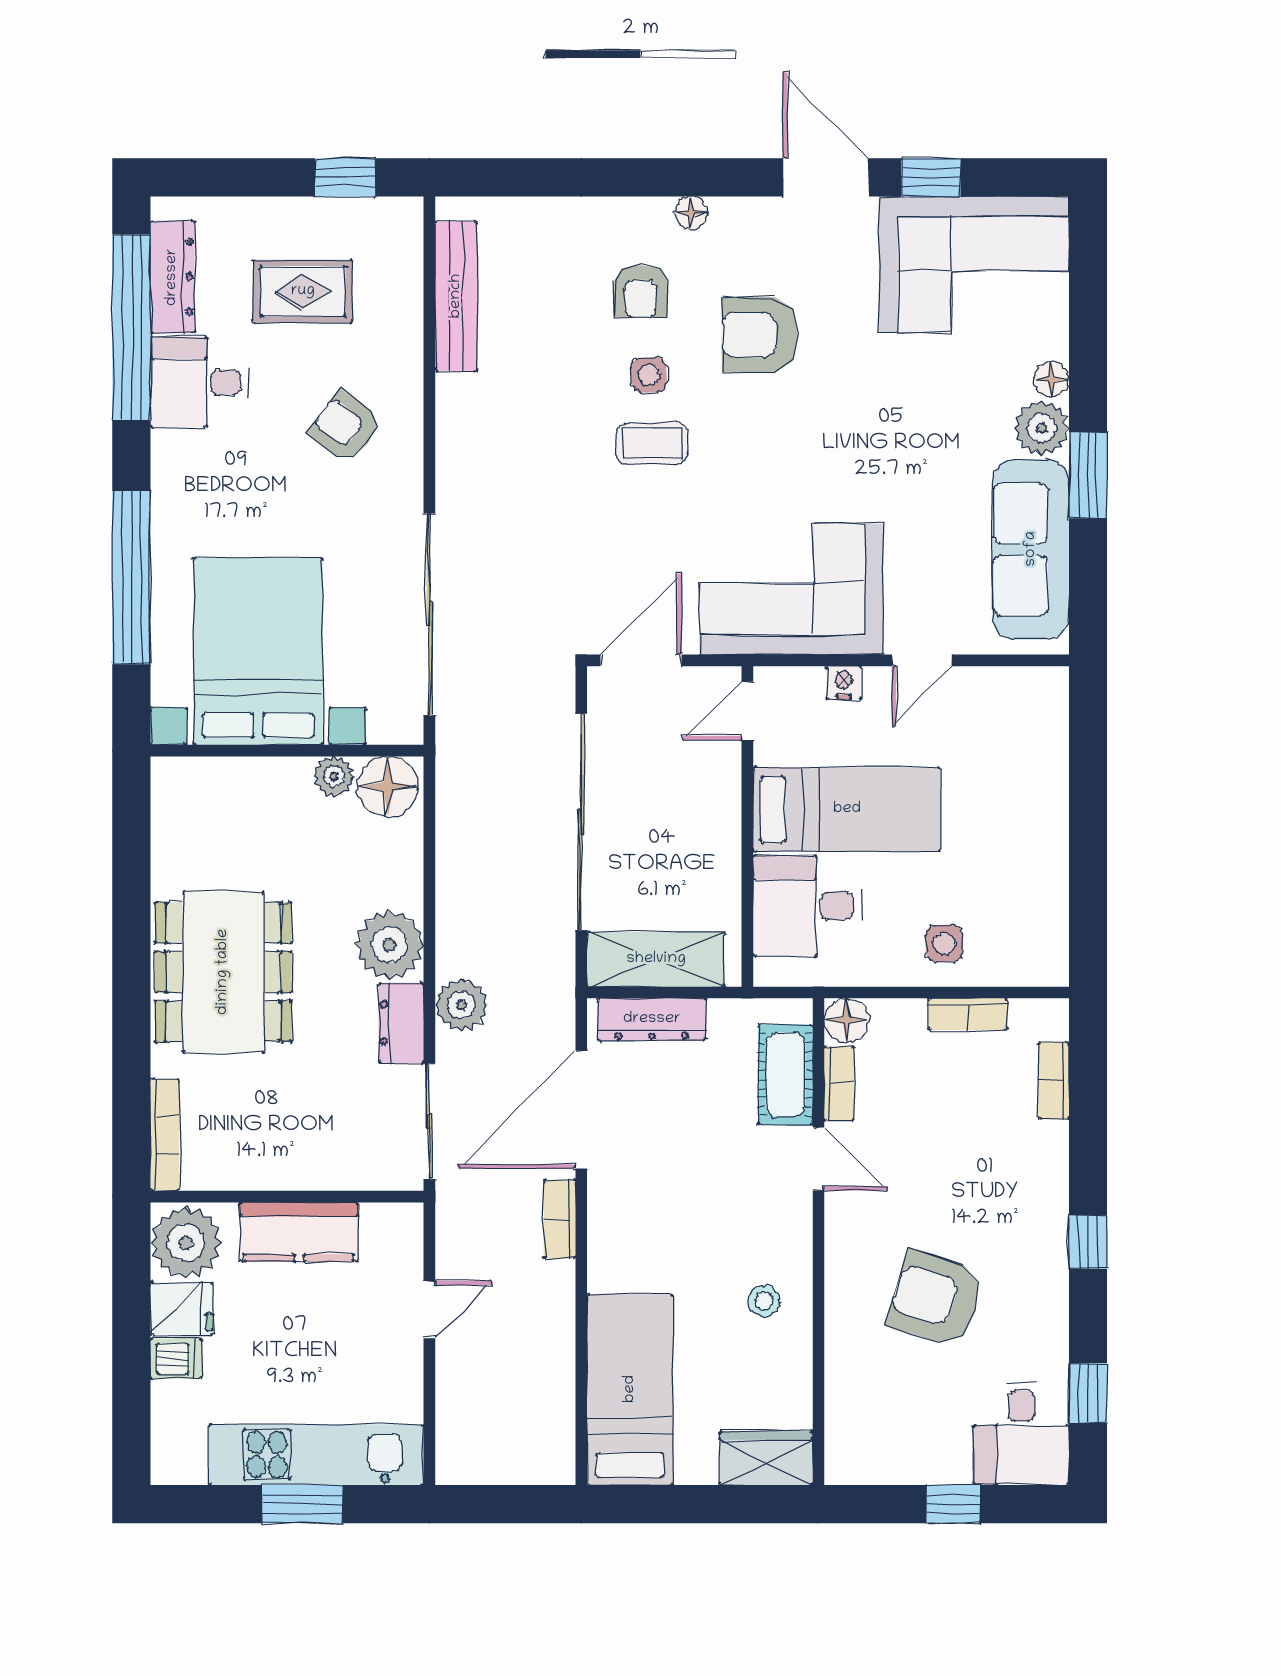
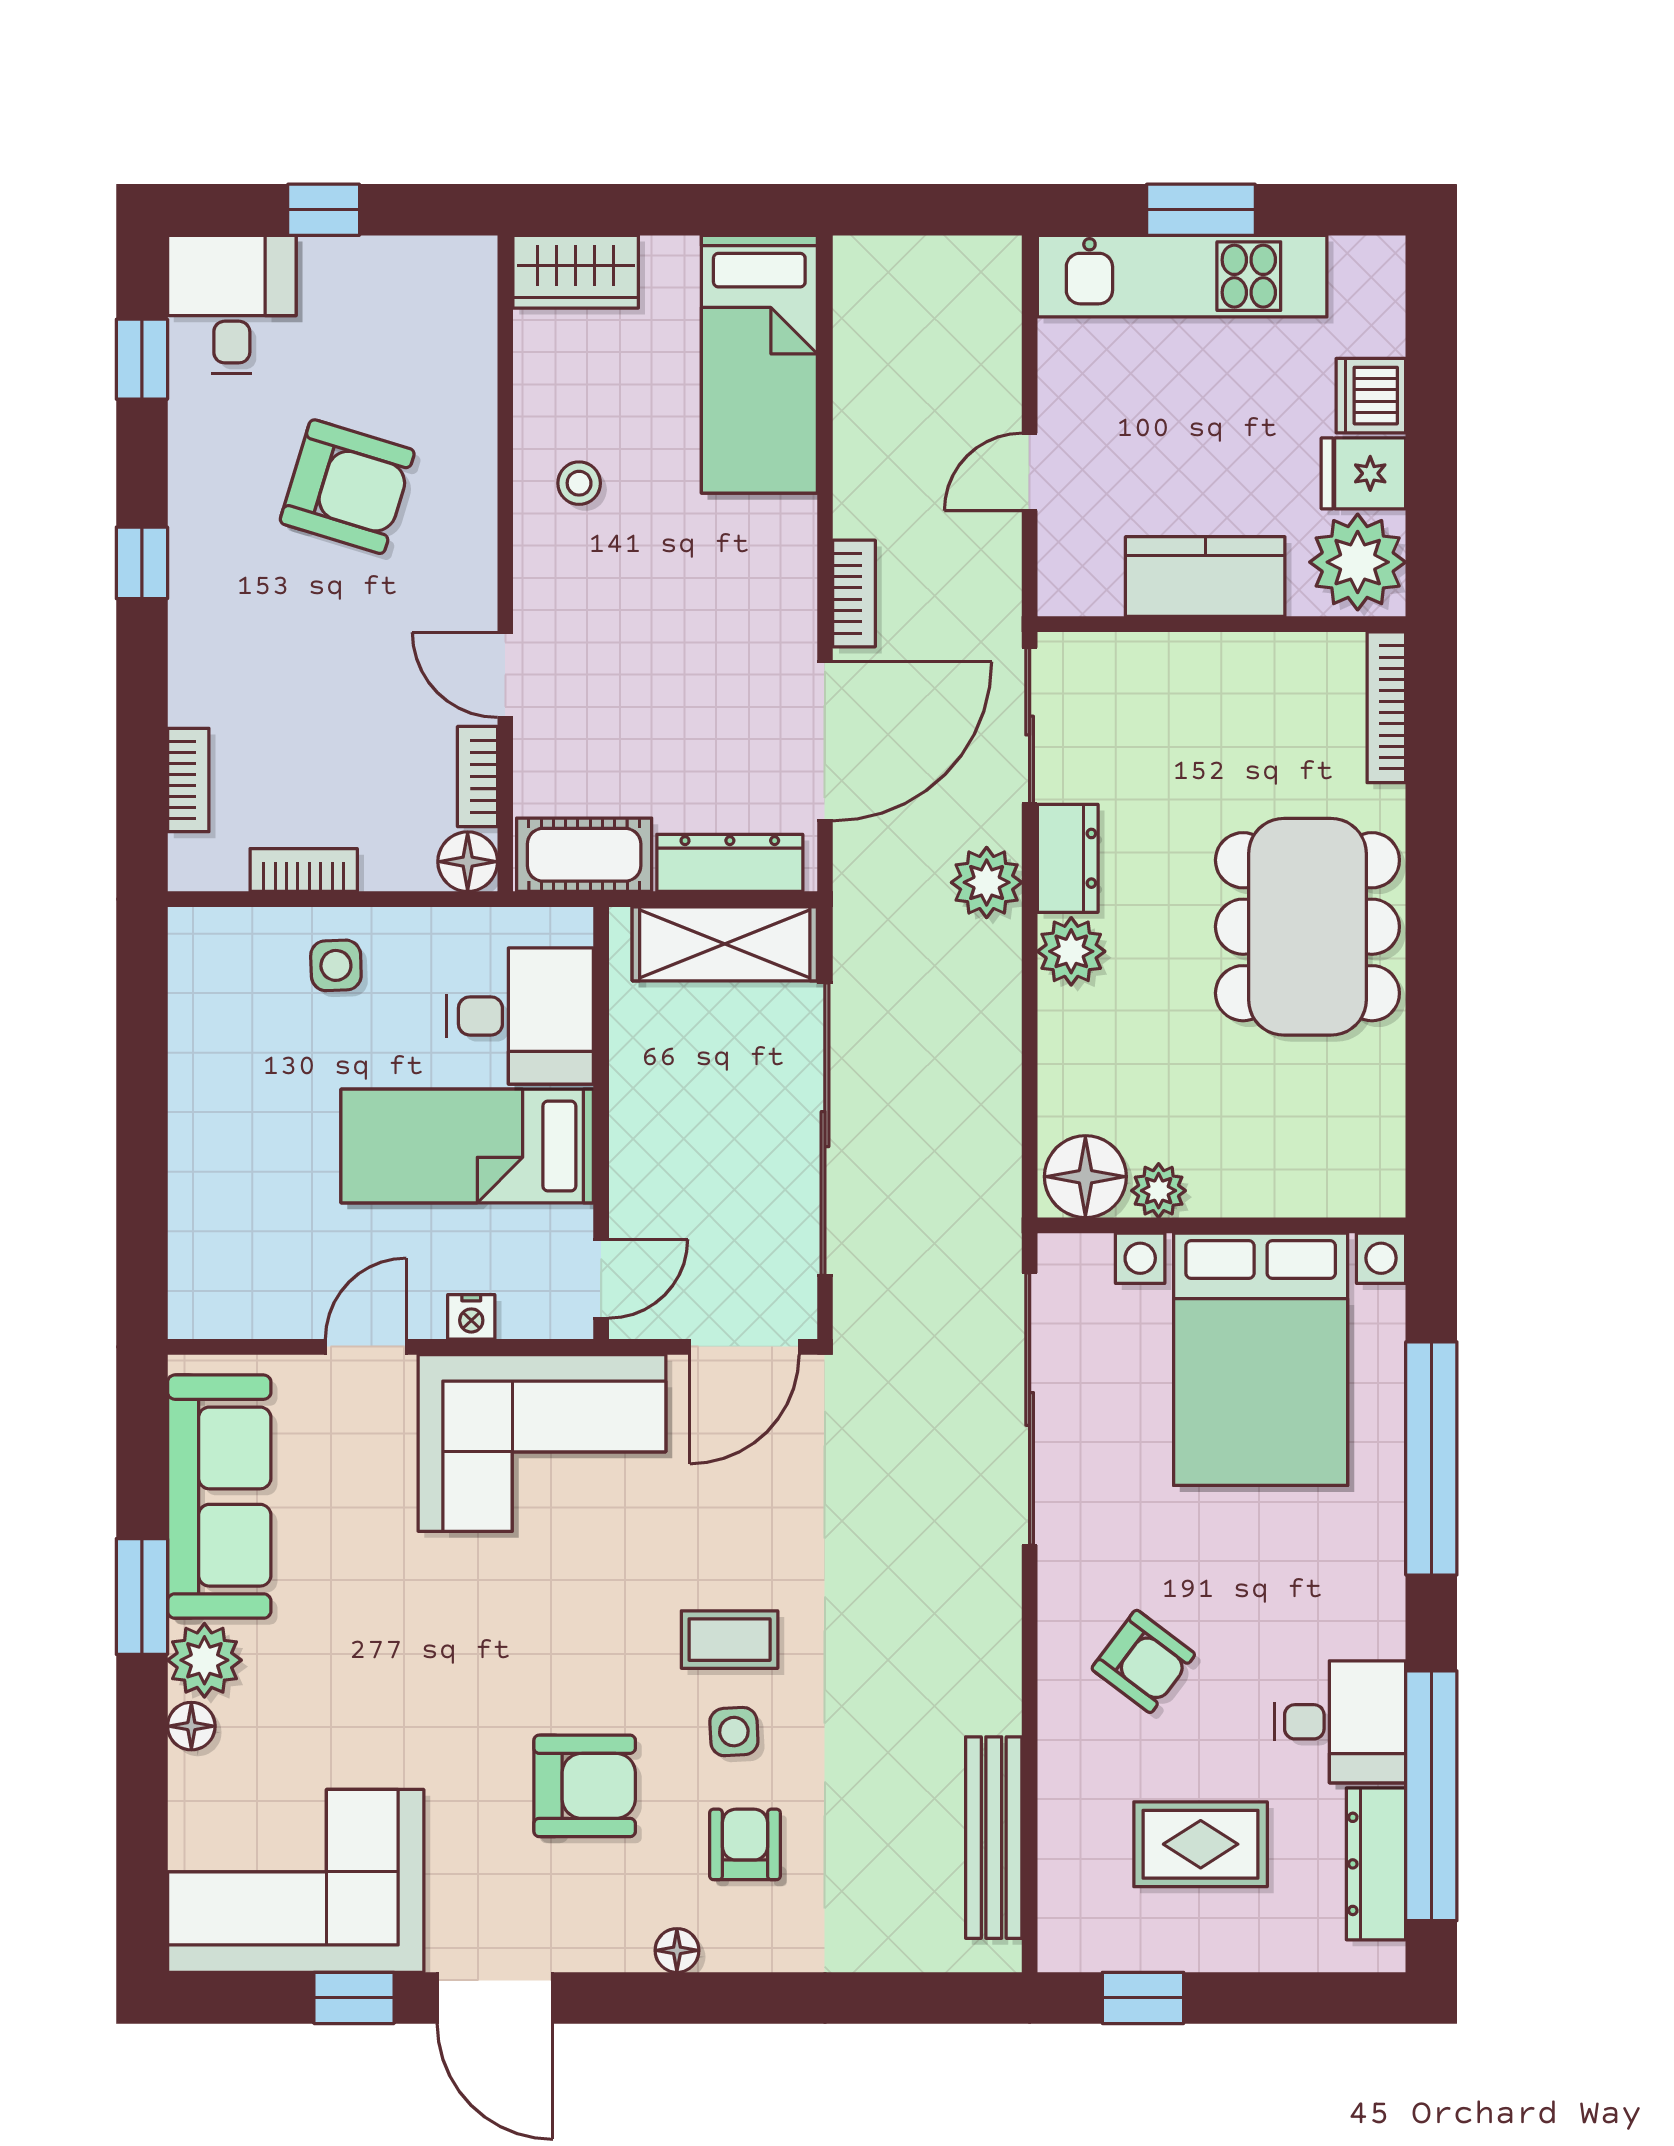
plant: (389, 945) -> (1071, 951), width x0.73, depth x0.73
cot: (786, 1075) -> (584, 855), moved, turned 90
dishwasher: (176, 1359) -> (1371, 396), width x1.38

